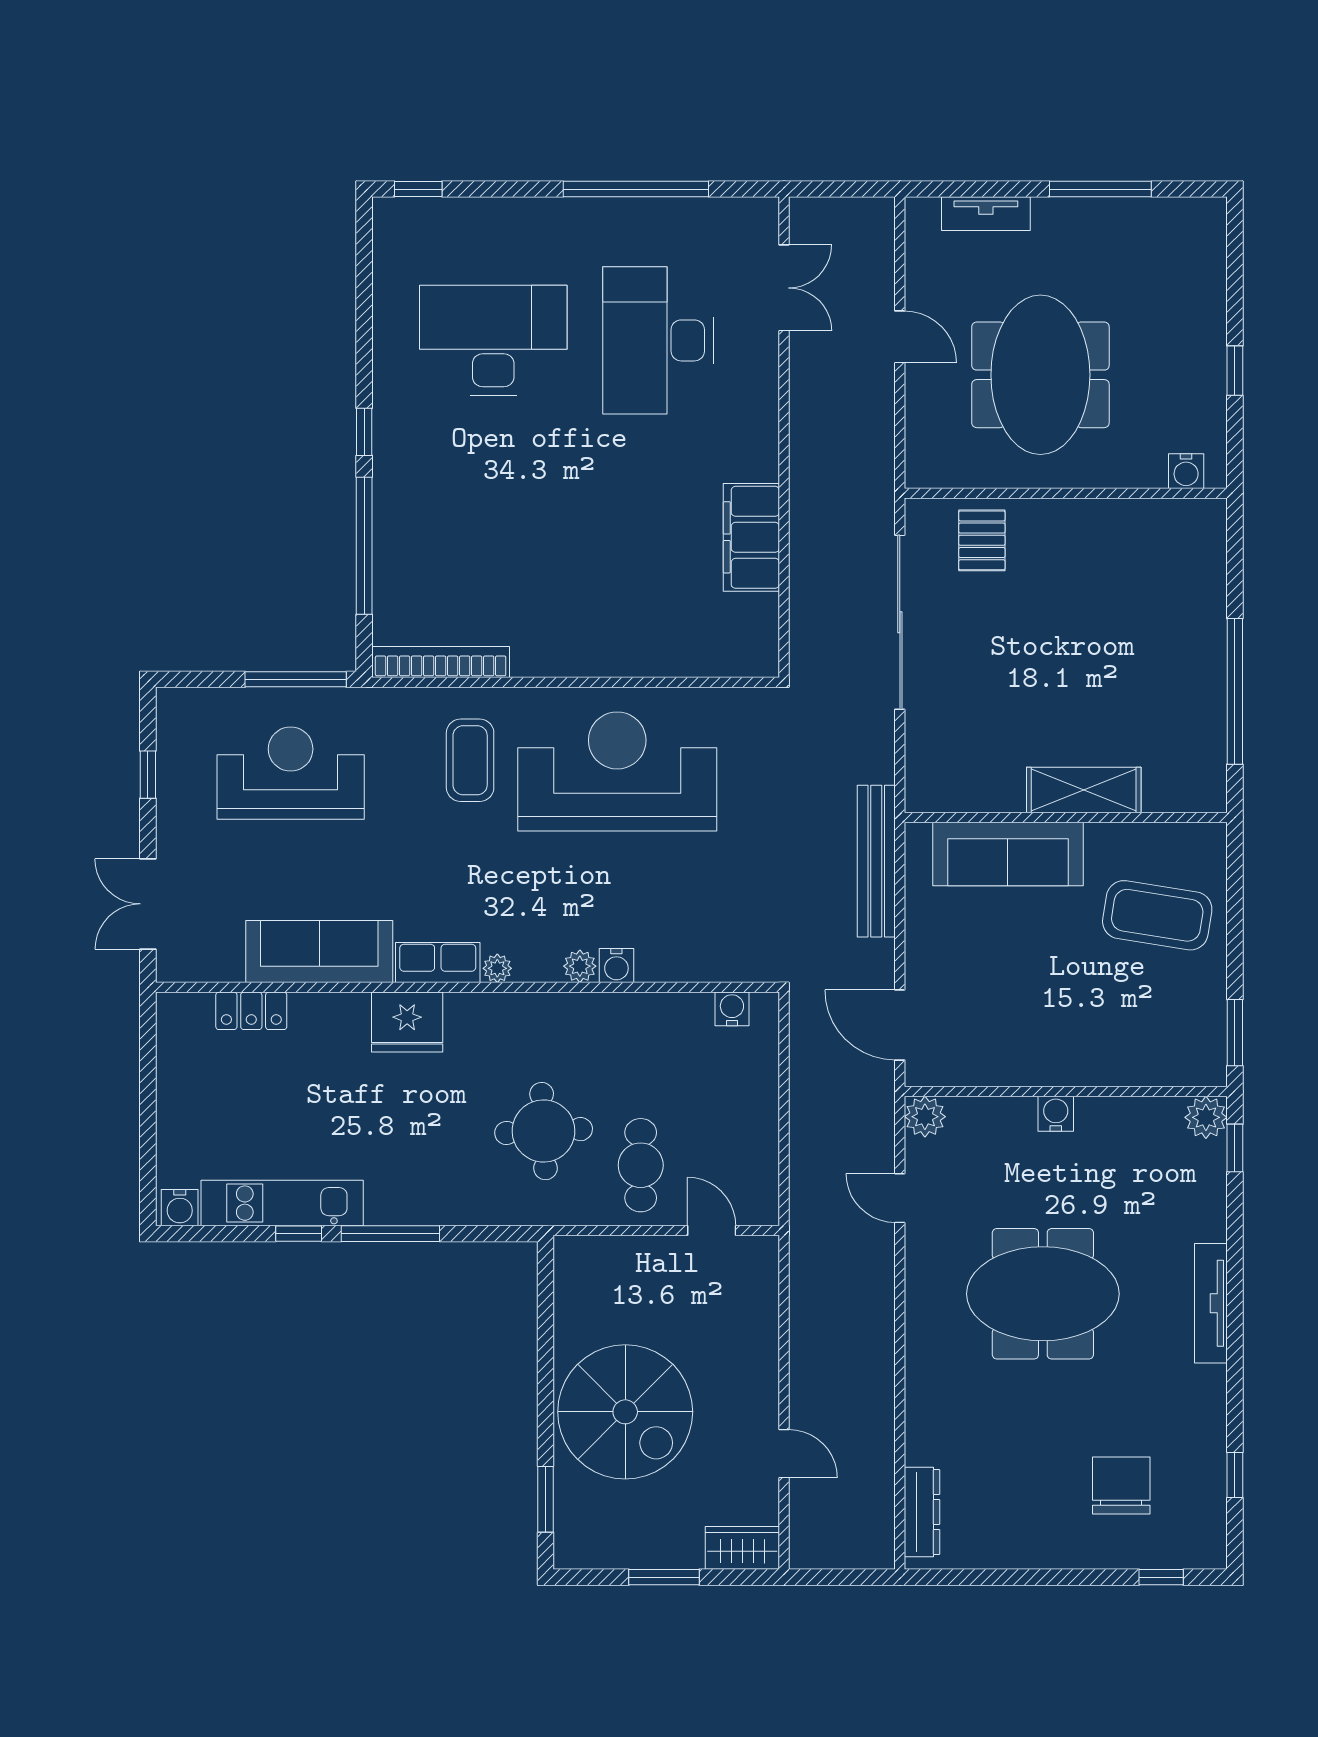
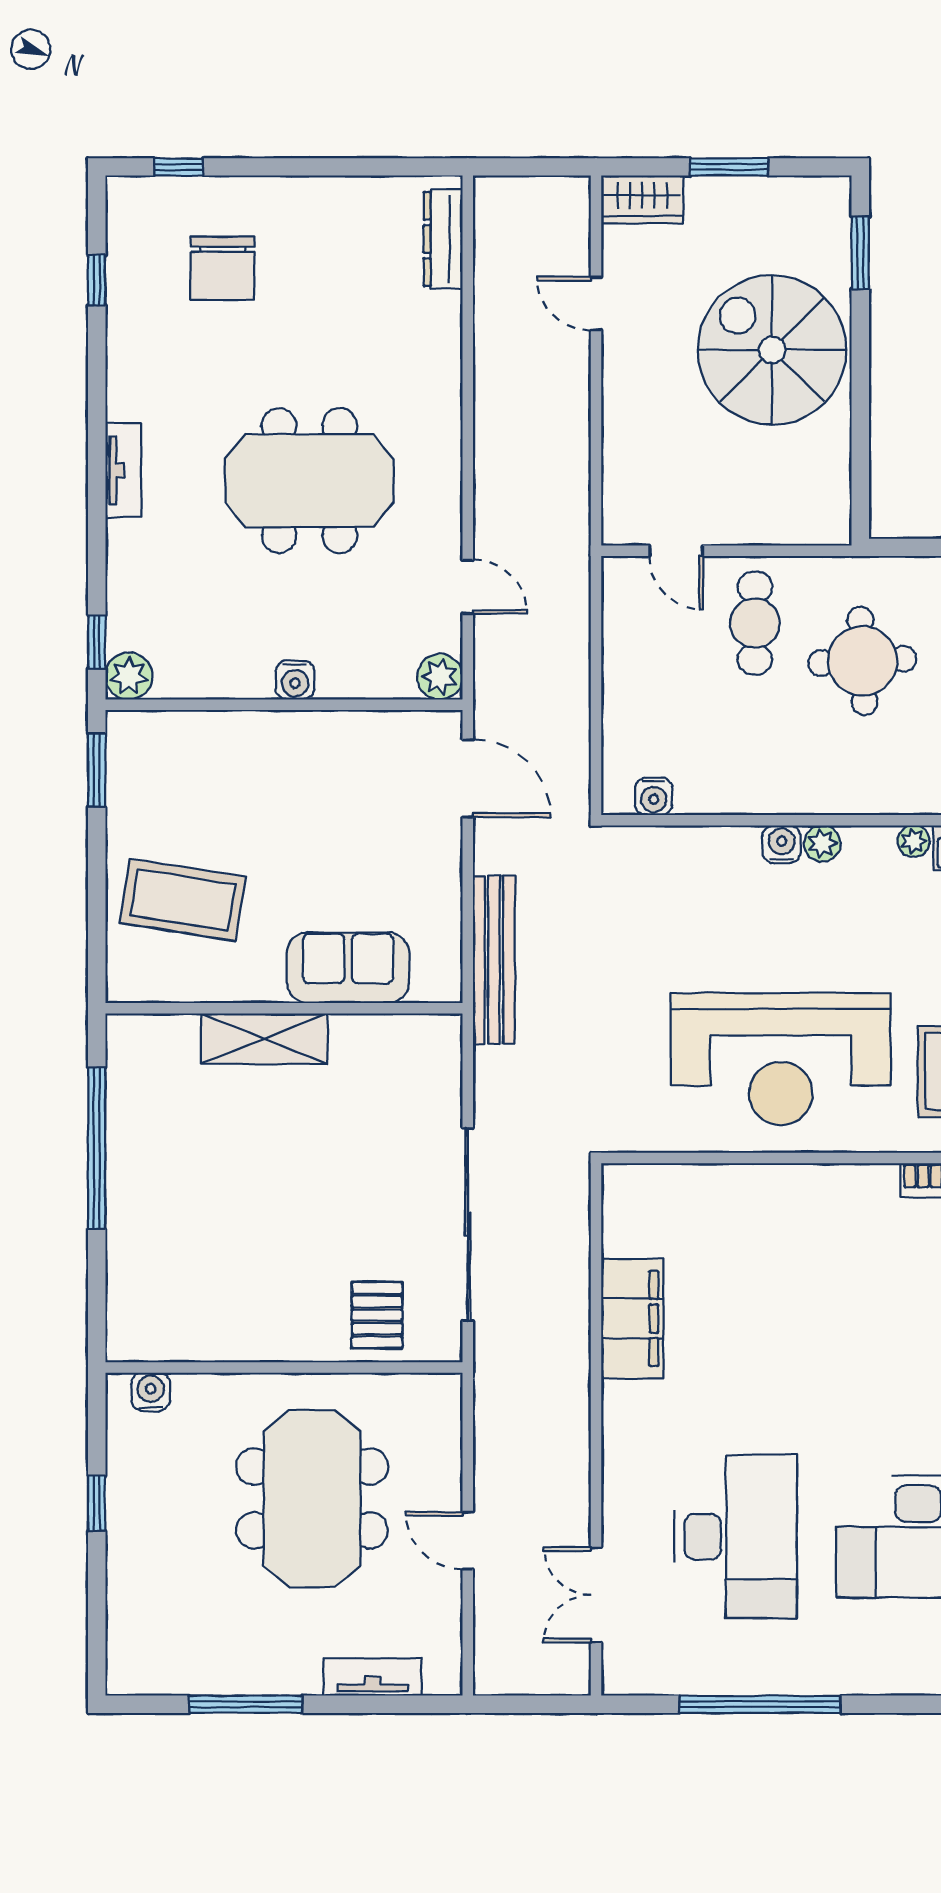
sofa: (1008, 854) -> (348, 968), width x0.73
tv unit: (1211, 1303) -> (123, 470), width x0.71

